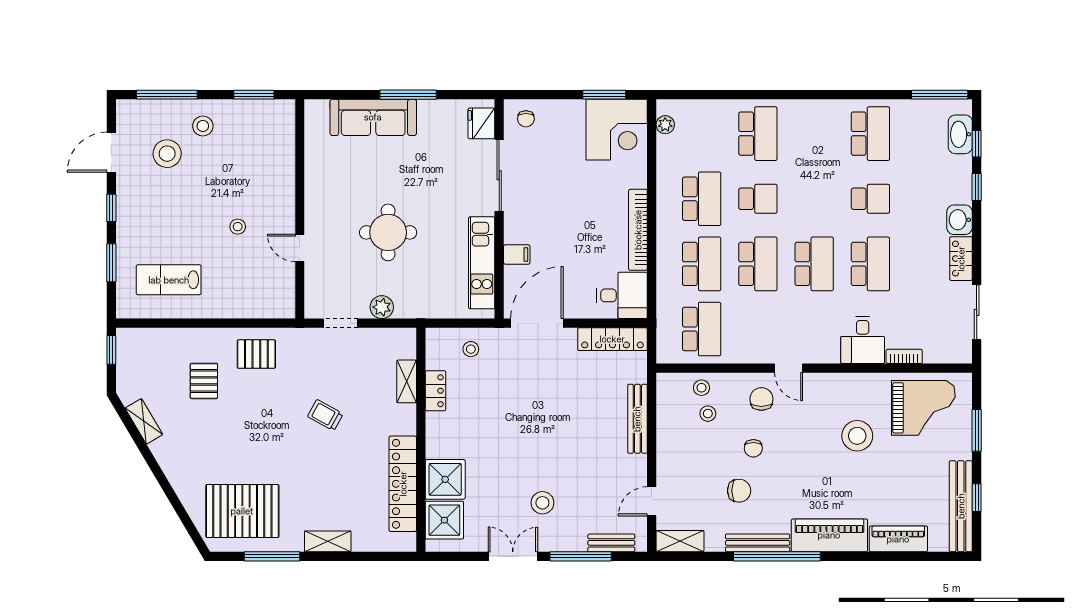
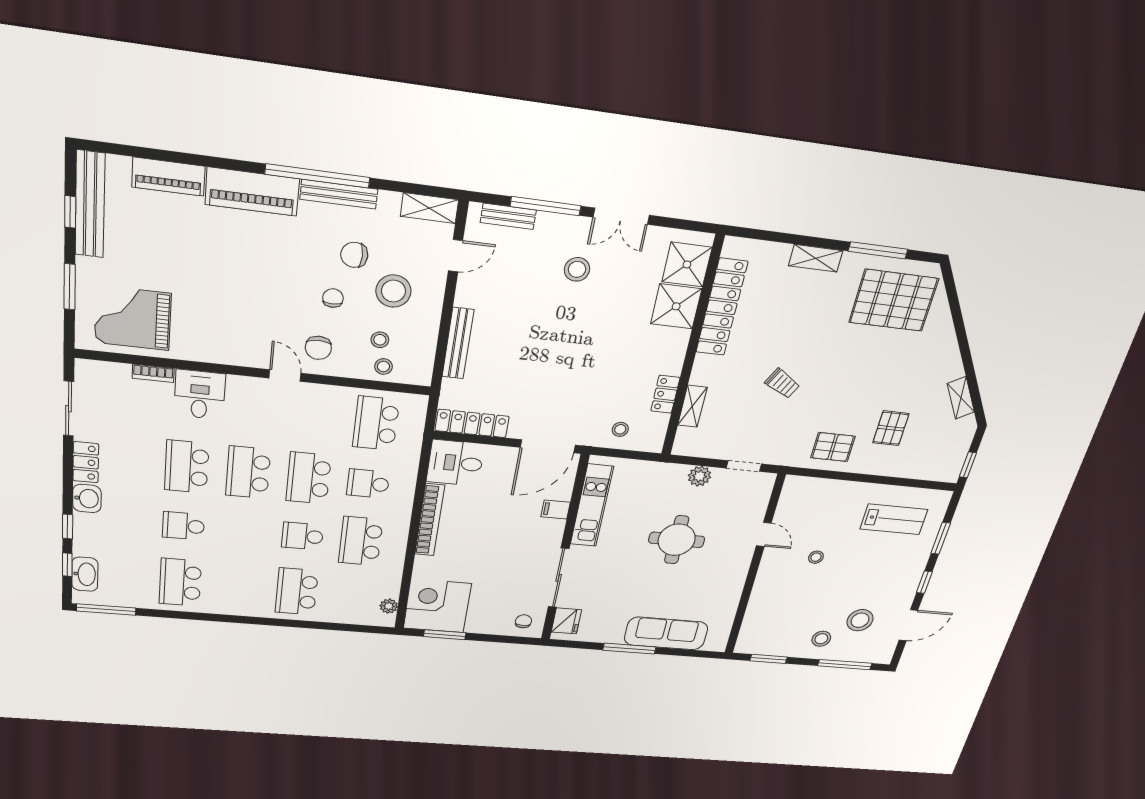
school desk: (702, 264) -> (368, 484), width x0.54
stool: (857, 436) -> (393, 291), moved

